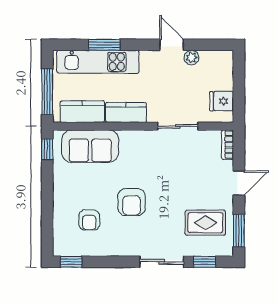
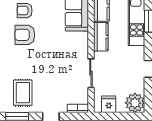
plant: (191, 58) -> (135, 103), moved, width x1.87, depth x1.87
armchair: (132, 202) -> (25, 35), moved

